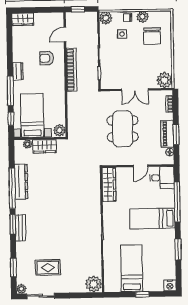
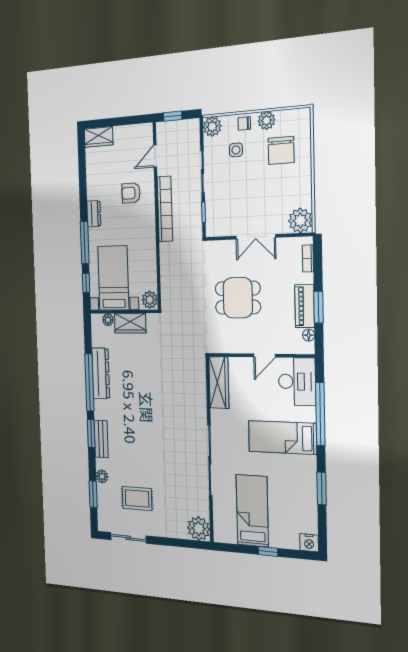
dining table: (123, 129) -> (238, 298), width x0.73
desk: (162, 178) -> (297, 382), width x1.37
plant: (21, 289) -> (102, 476), moved

